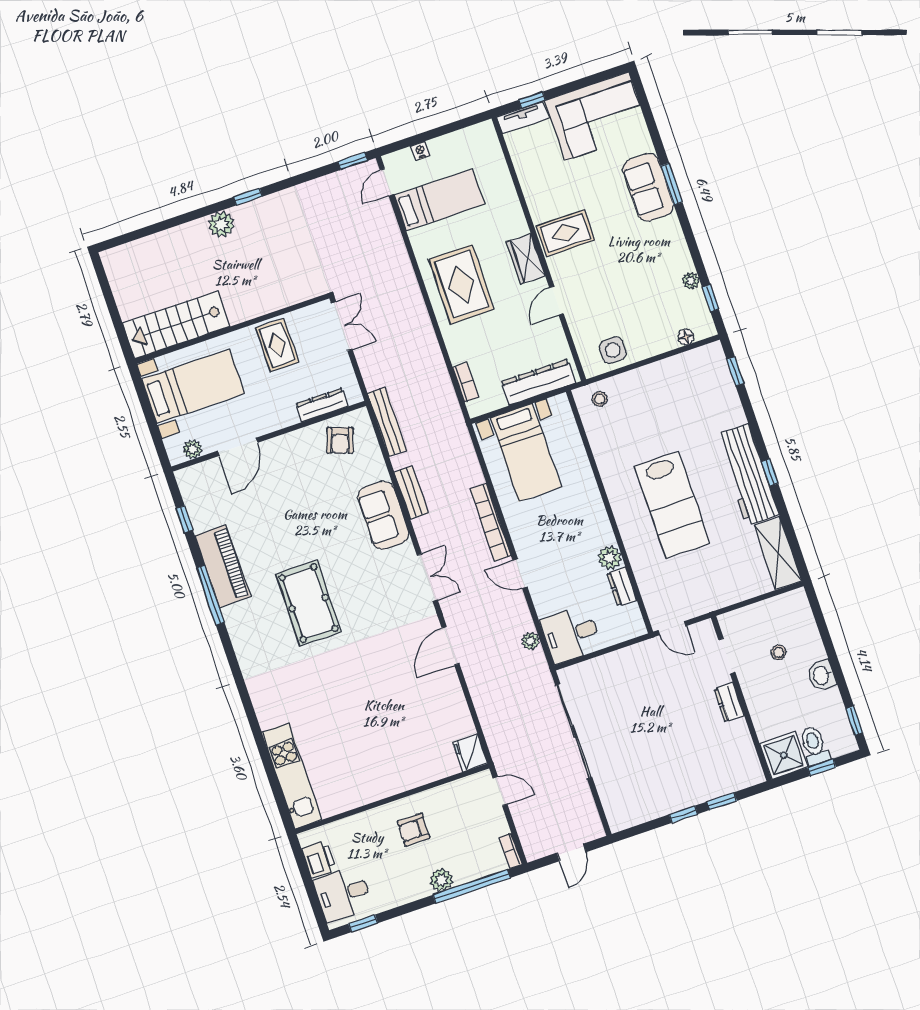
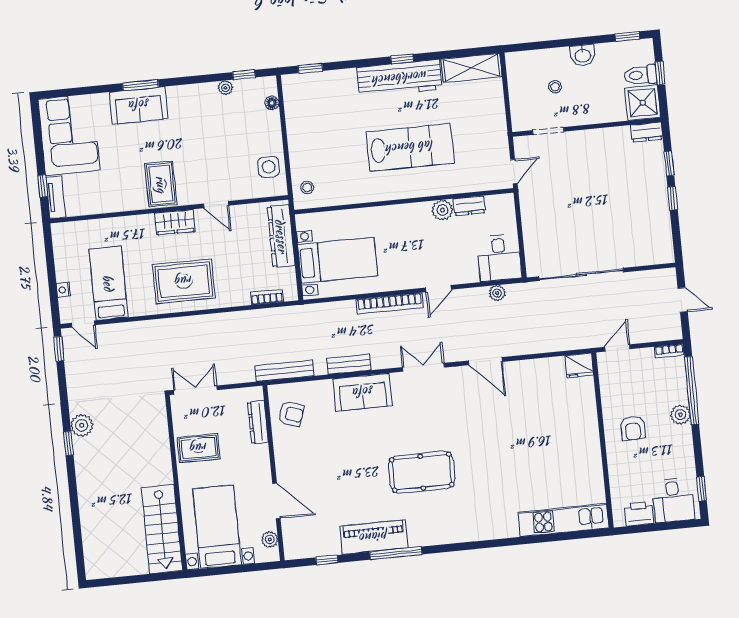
plant: (221, 224) -> (82, 425), moved
dresser: (729, 702) -> (647, 132), moved

